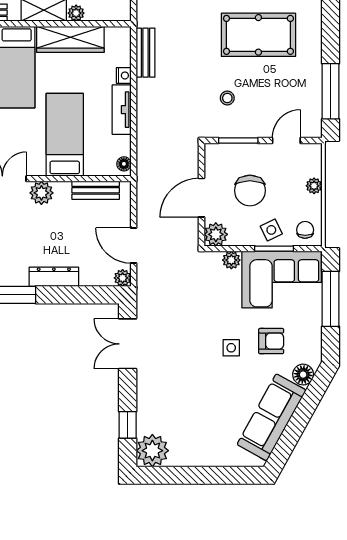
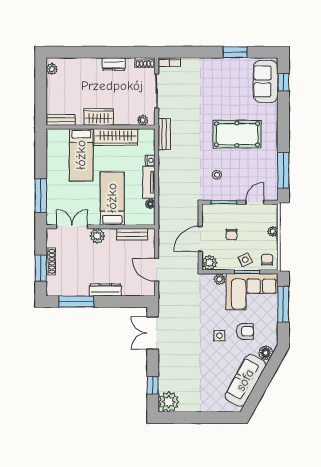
plant: (76, 13) -> (143, 120), moved
bench: (146, 53) -> (164, 134), moved
floor lamp: (124, 164) -> (150, 204), moved
chair: (250, 191) -> (231, 234), width x0.54, depth x0.54
plant: (123, 278) -> (149, 291), removed

